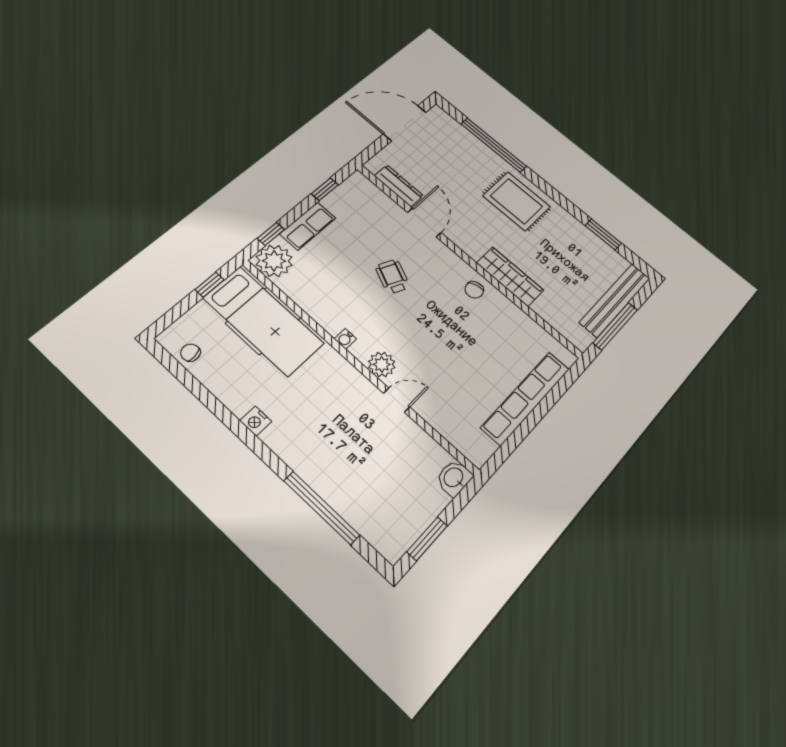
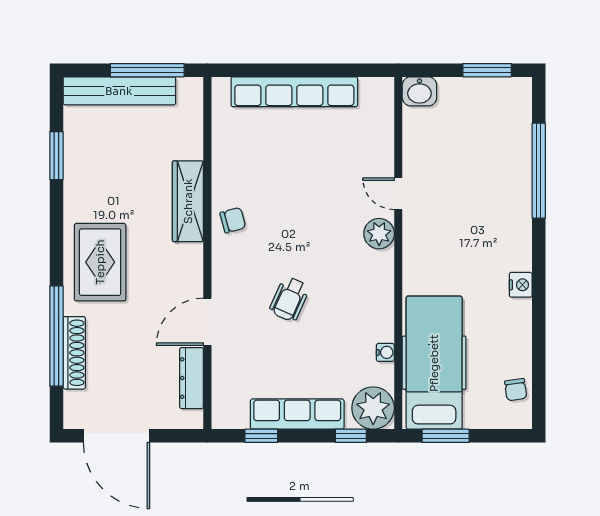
shoe rack: (475, 145) -> (74, 353), added
row of seats: (308, 226) -> (297, 414), width x1.48
window: (210, 285) -> (446, 436), width x1.50
water cooler: (345, 339) -> (385, 352), moved

